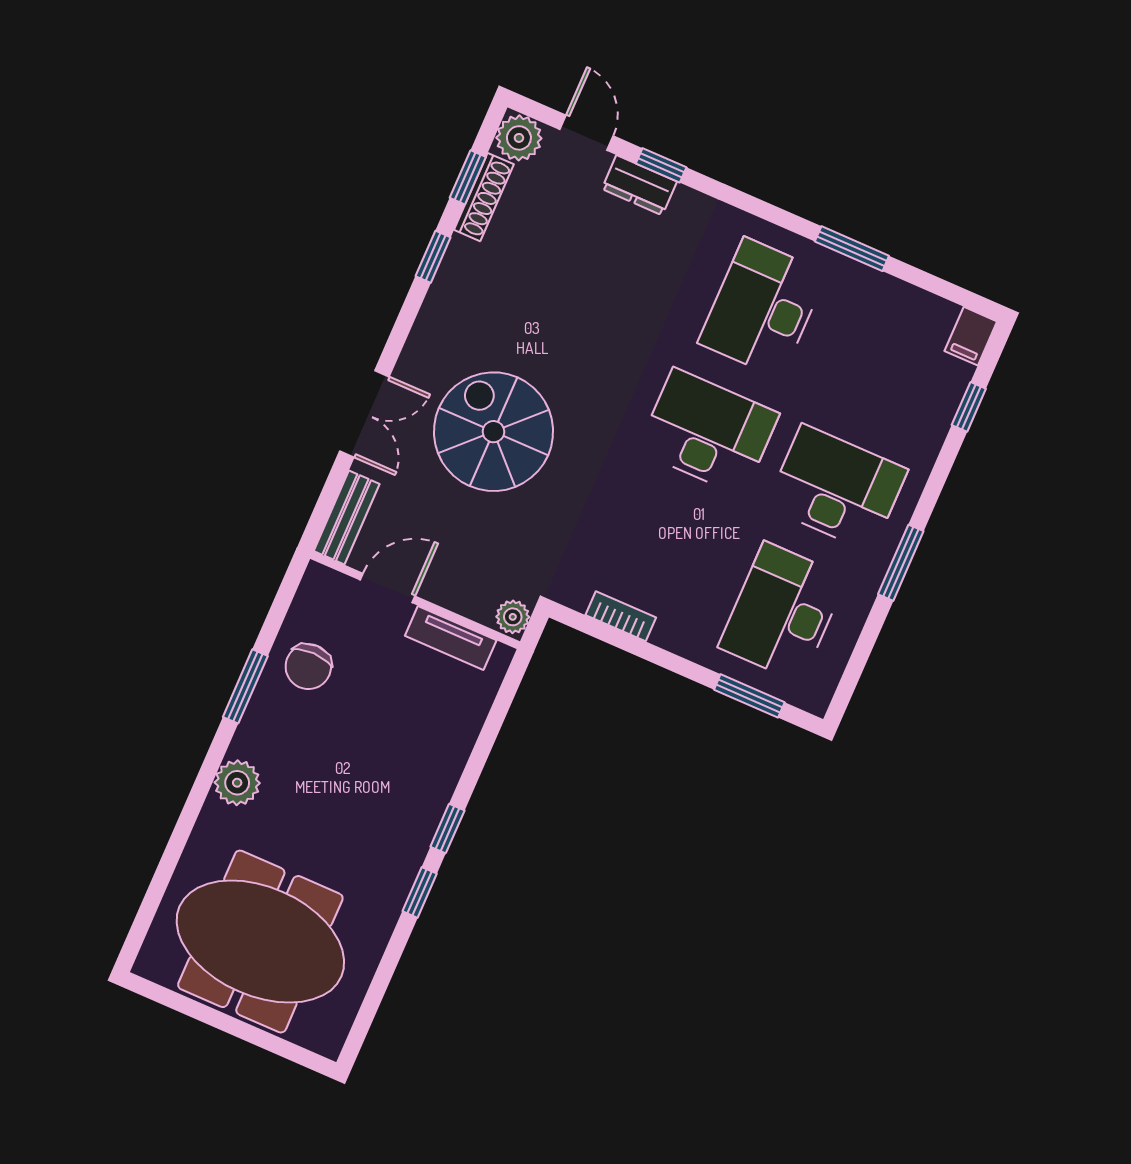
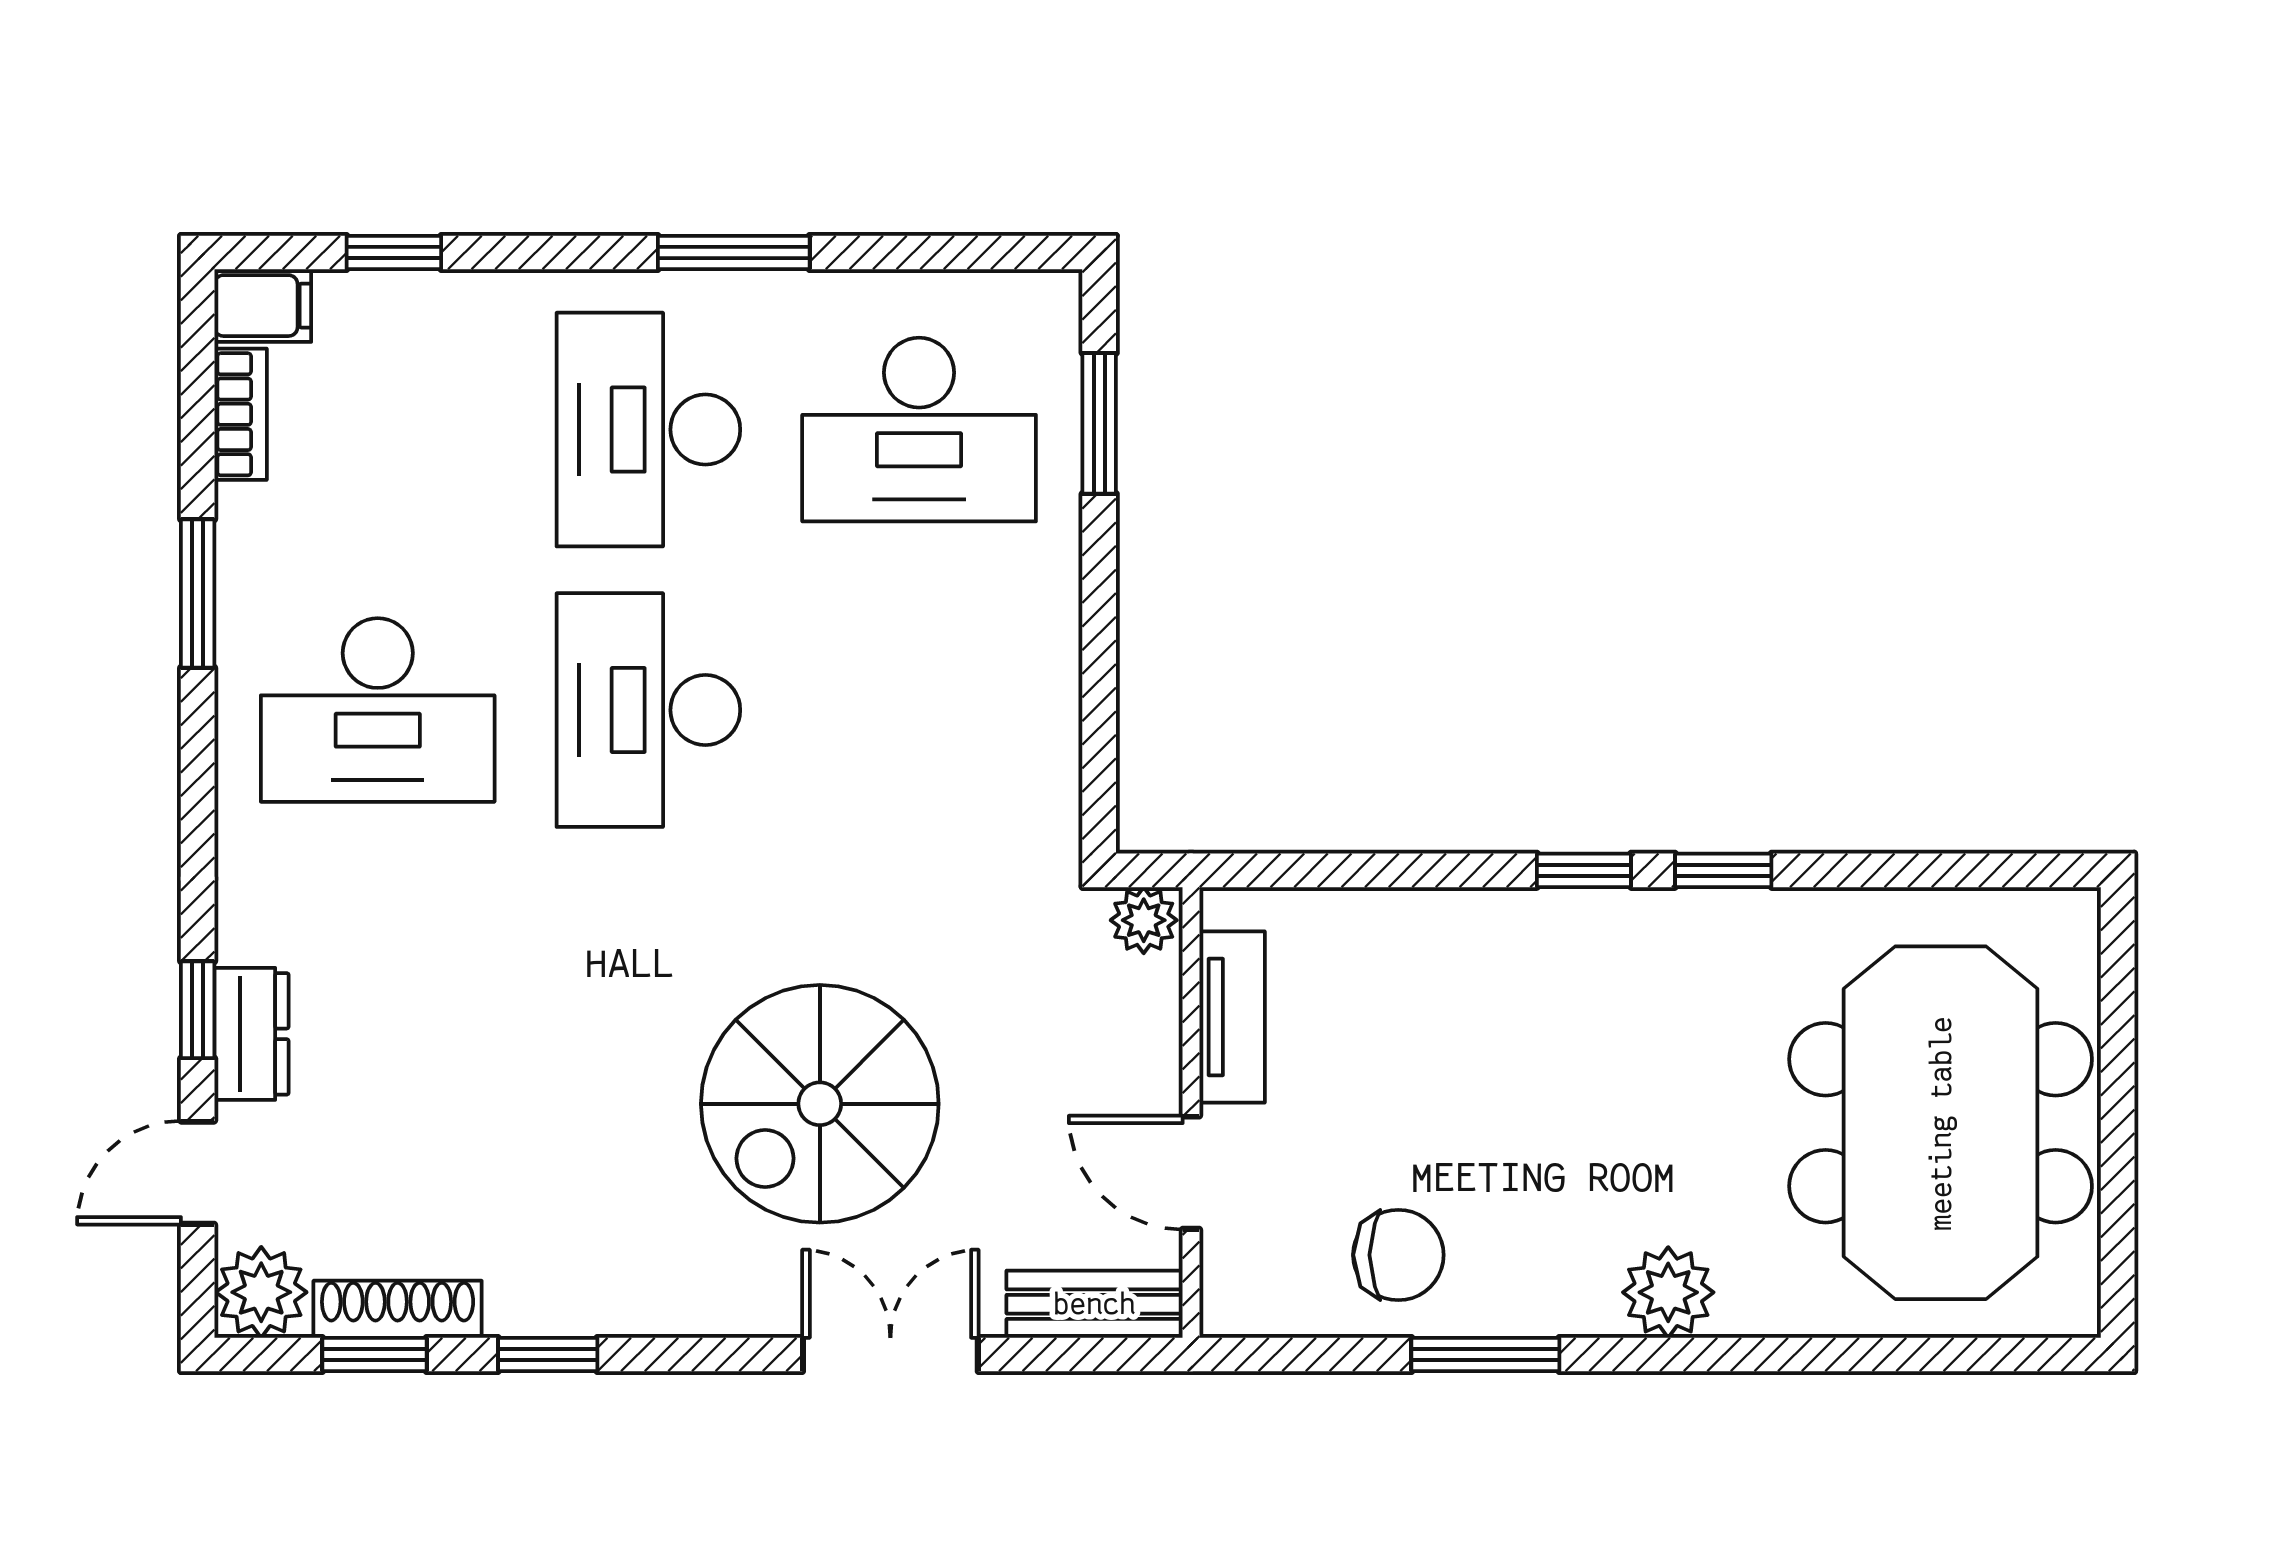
bookcase: (621, 616) -> (241, 414), moved, turned 180

